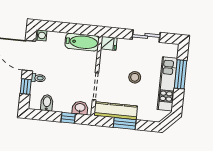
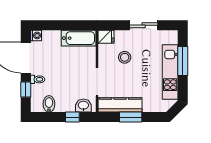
stool: (135, 77) -> (125, 57), moved

